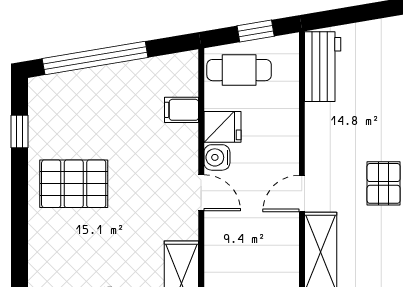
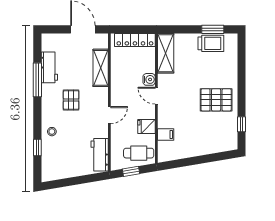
window: (95, 58) -> (206, 159), removed
water cooler: (217, 157) -> (149, 79), moved
door: (302, 194) -> (109, 115), moved

